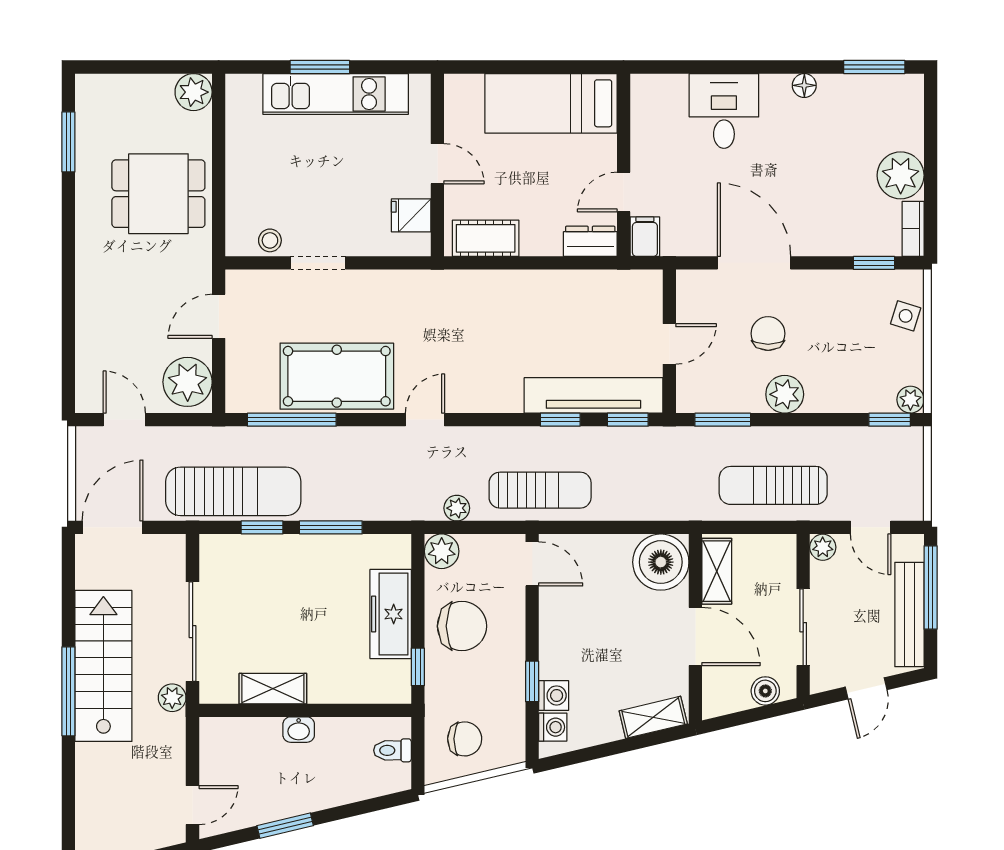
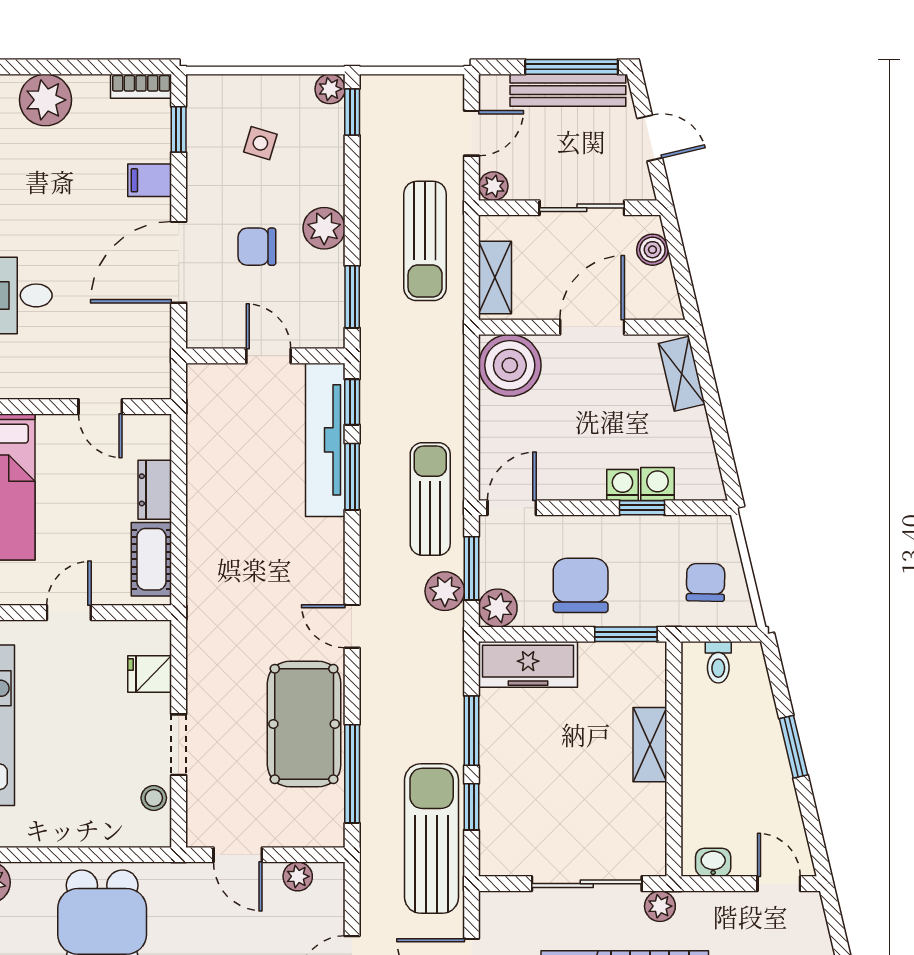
plant: (901, 175) -> (45, 100), moved
fridge: (411, 215) -> (150, 674), moved, turned 90
filing cabinet: (645, 237) -> (150, 180), moved
dresser: (590, 241) -> (155, 490), moved
side table: (906, 316) -> (260, 143), moved
plant: (188, 382) -> (298, 876), width x0.53, depth x0.53
window: (560, 420) -> (352, 477), width x1.50
plant: (457, 508) -> (445, 591), width x1.38, depth x1.38
window: (477, 527) -> (472, 568), added
shelving: (717, 571) -> (495, 278), moved, turned 90
window: (931, 588) -> (572, 67), moved
freezer: (391, 614) -> (528, 664), moved
window: (418, 667) -> (626, 634), width x1.50
shelving: (273, 689) -> (650, 745), moved
washing machine: (553, 727) -> (622, 485), moved
washbasin: (299, 730) -> (713, 862), moved, turned -90
window: (285, 826) -> (793, 747), moved

